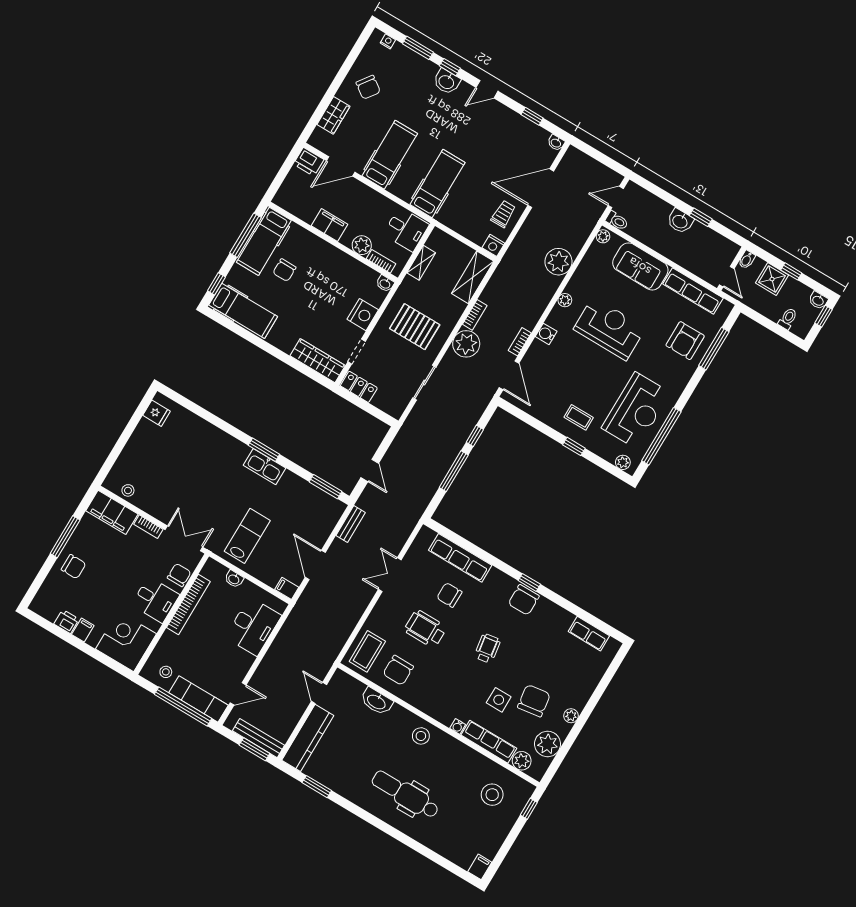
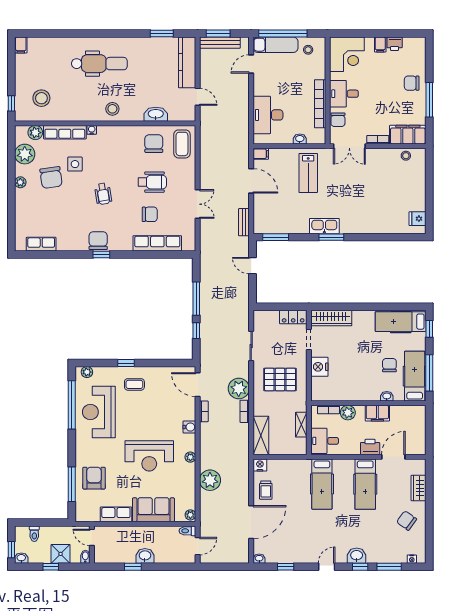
printer: (309, 162) -> (370, 447), moved
washbasin: (385, 284) -> (387, 396), moved
row of seats: (693, 291) -> (116, 514), width x0.68

